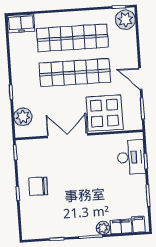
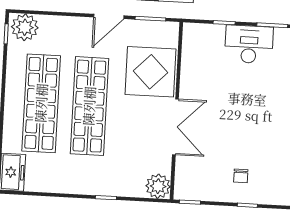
plant: (23, 117) -> (158, 186), moved
double door: (67, 136) -> (175, 127), swing flipped
desk: (131, 157) -> (249, 44), moved
chair: (38, 186) -> (241, 176), width x0.54, depth x0.54

